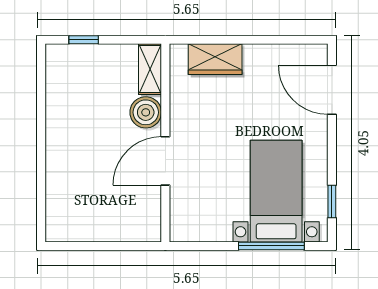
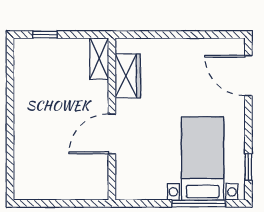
wardrobe: (215, 59) -> (128, 76), moved, turned -90
boiler: (146, 112) -> (96, 94), removed

